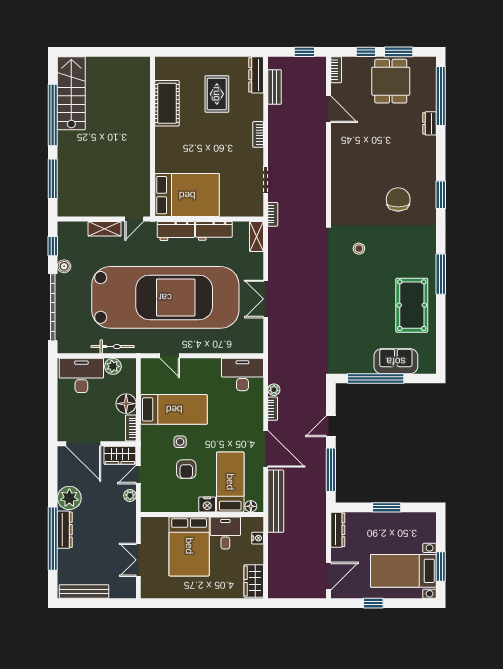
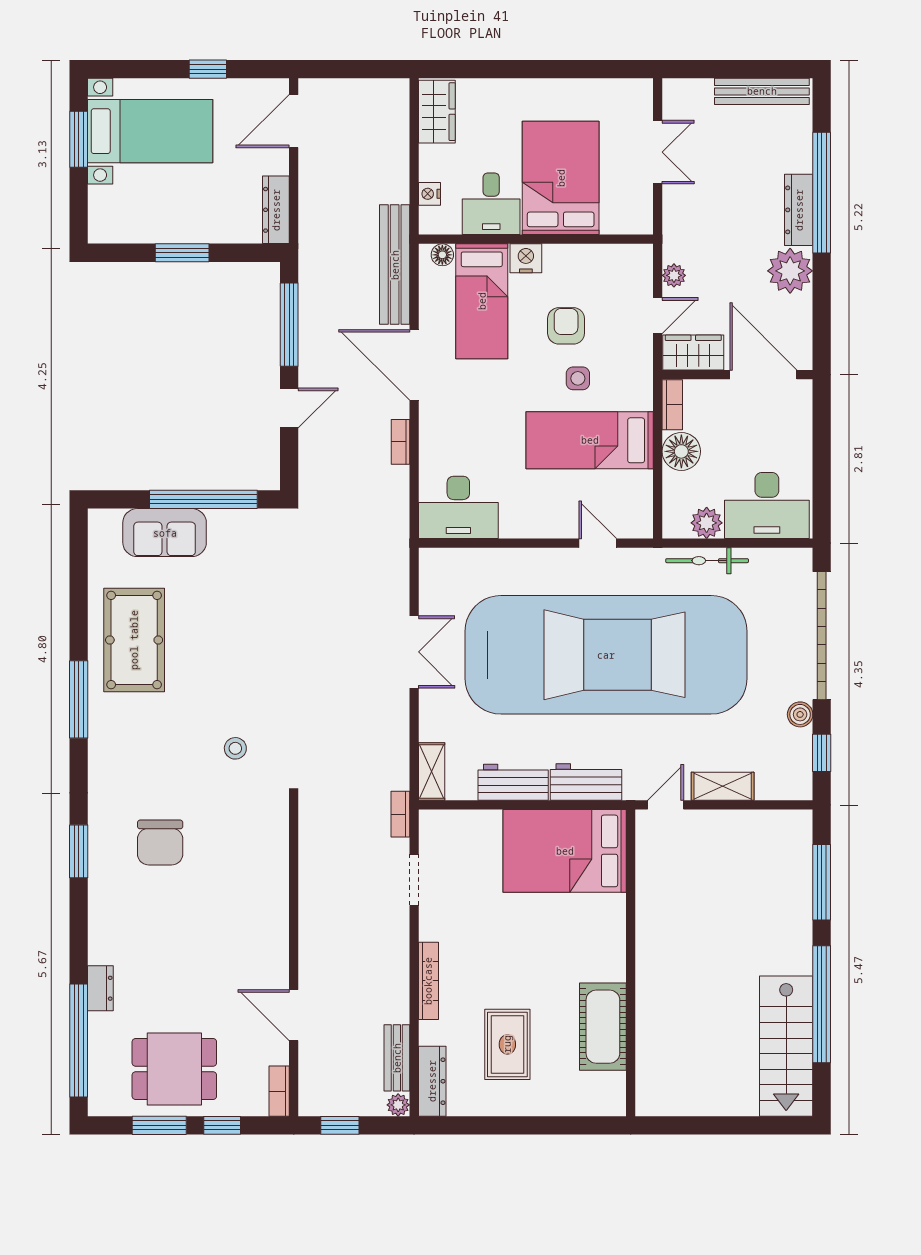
dining table: (391, 81) -> (174, 1069), turned 90
bookcase: (258, 134) -> (428, 981), width x1.56
car: (165, 297) -> (606, 655), turned 180
plant: (274, 390) -> (398, 1105), moved

